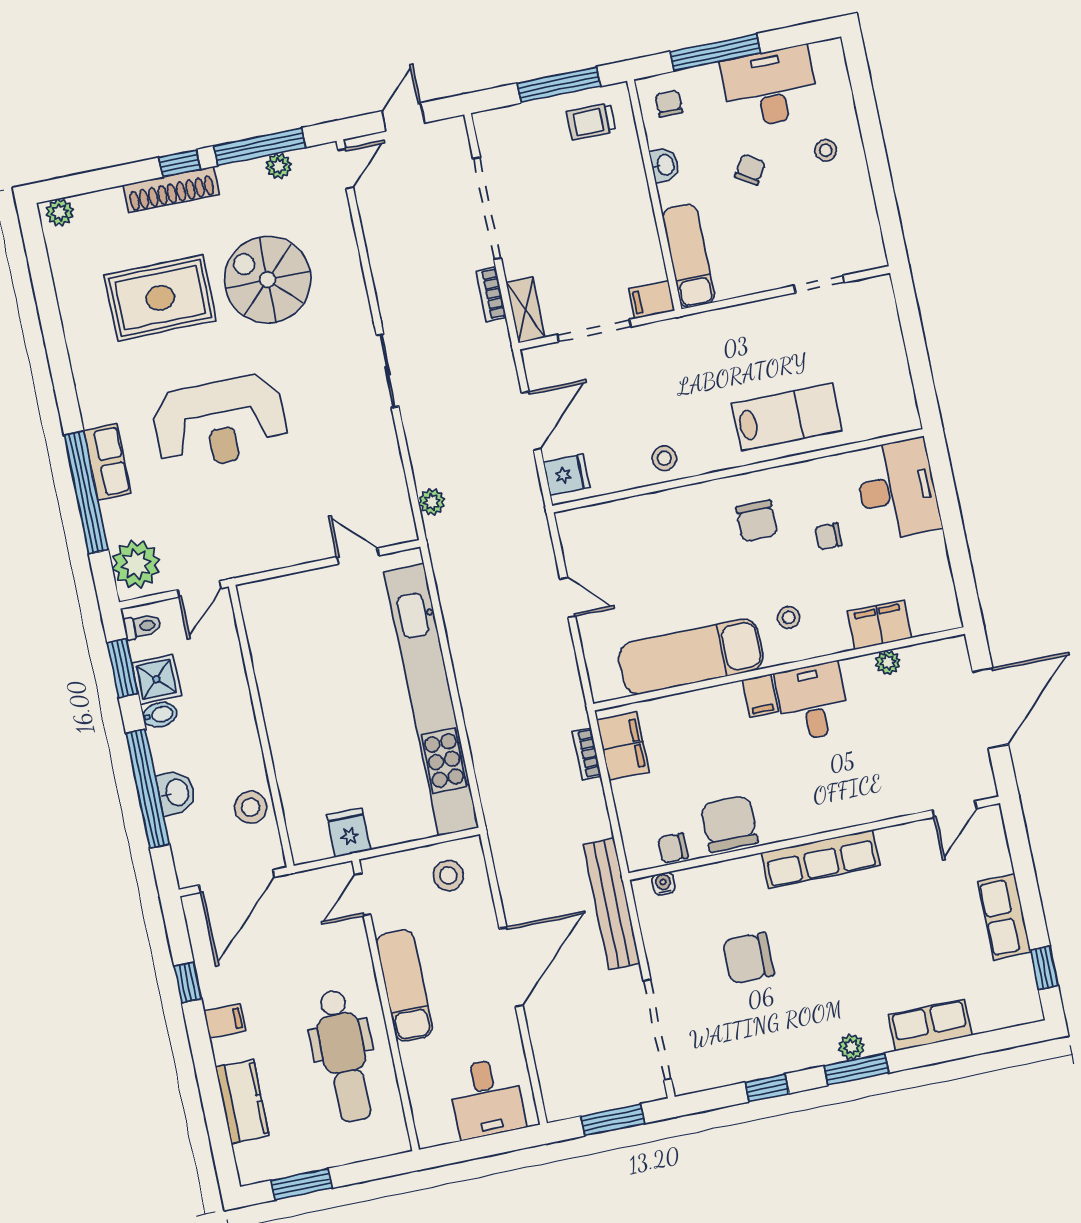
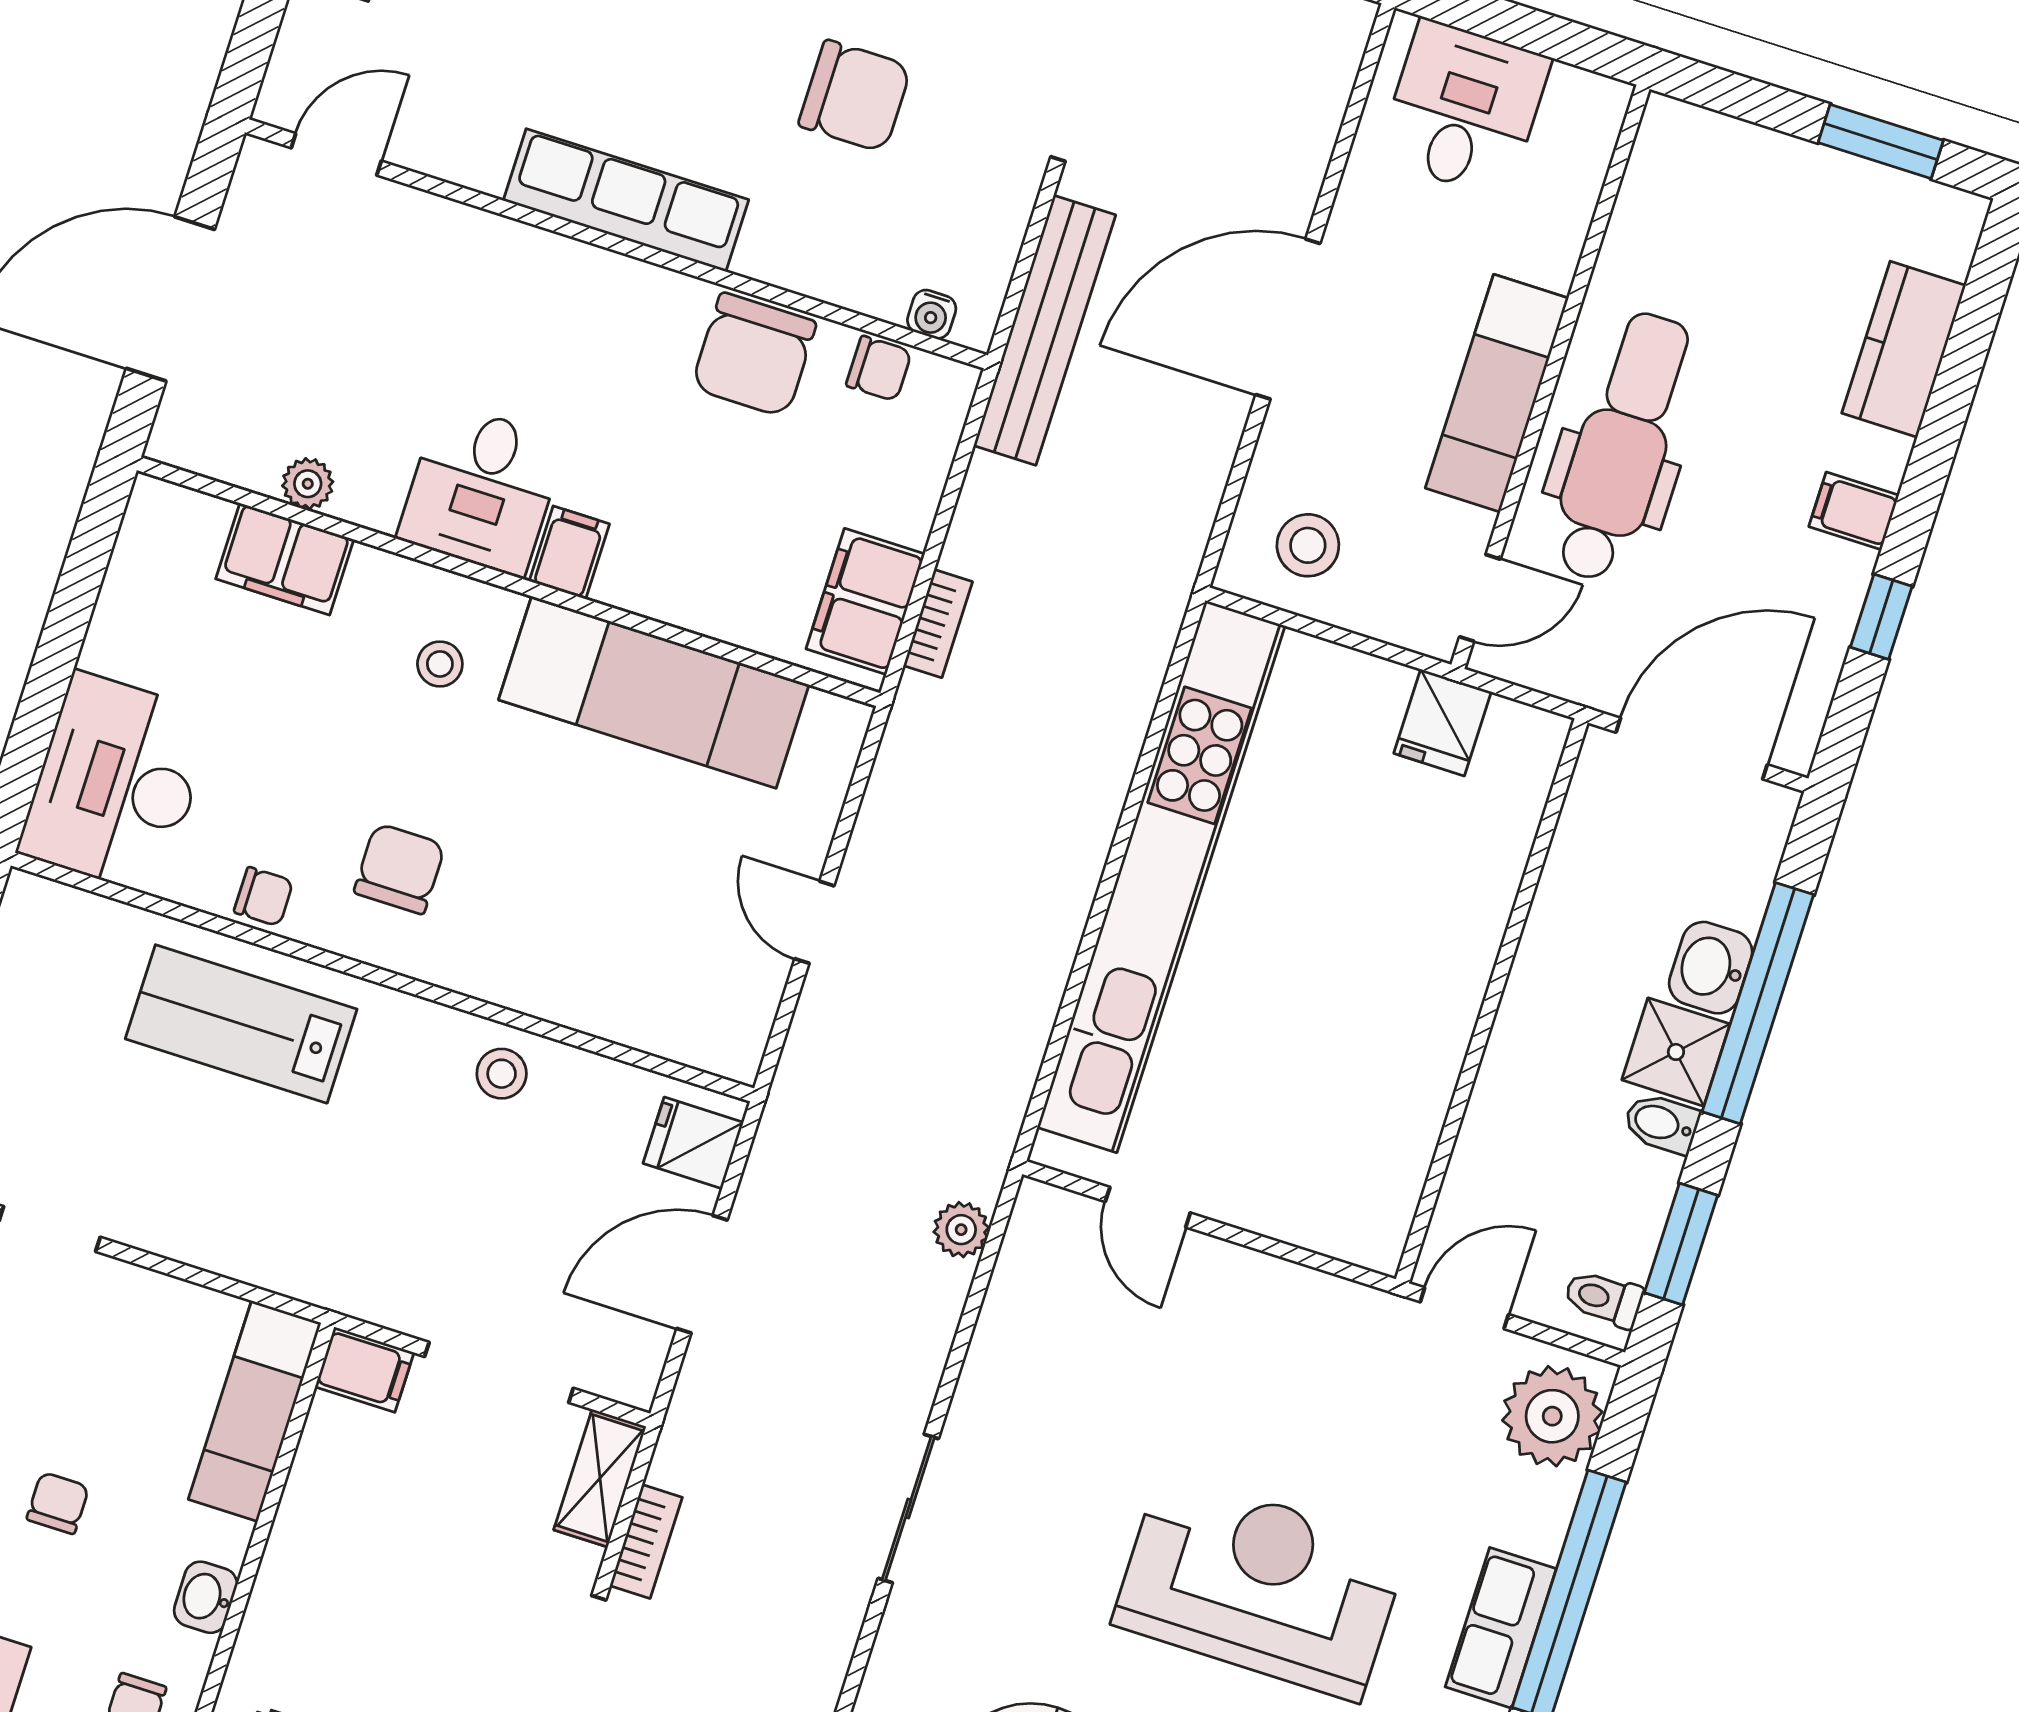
chair: (750, 170) -> (58, 1503), turned 148
chair: (828, 536) -> (264, 897), moved
shower: (156, 679) -> (1676, 1052), moved
stool: (251, 807) -> (1592, 867), removed
dental chair: (344, 1056) -> (1622, 447), moved

